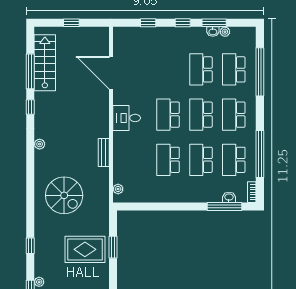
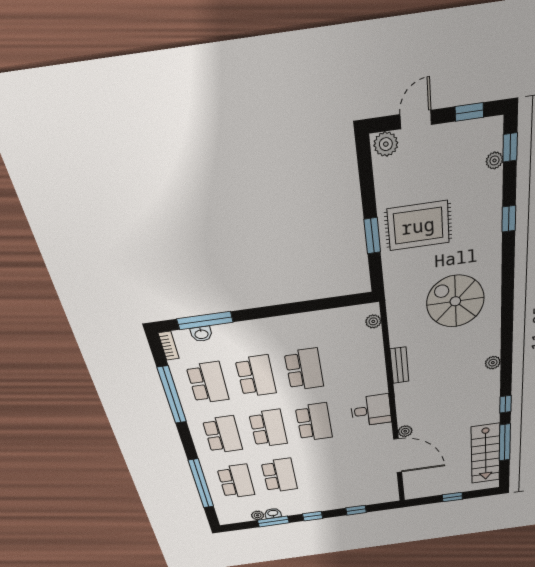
plant: (104, 95) -> (405, 431), added

